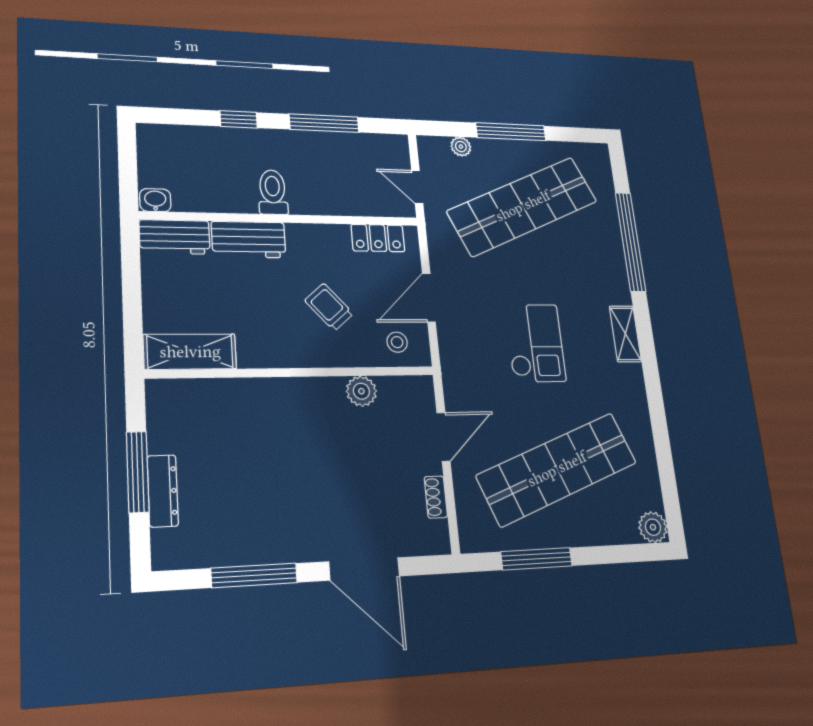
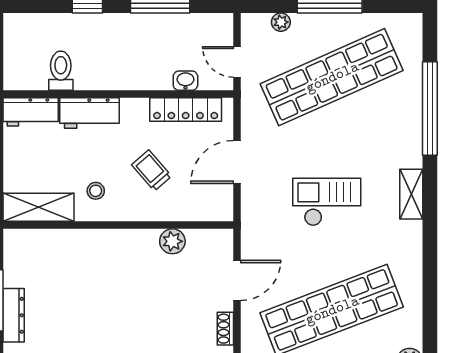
toilet: (273, 192) -> (61, 71), moved
washbasin: (155, 200) -> (185, 81), moved
locker: (378, 238) -> (186, 110), width x1.53
stool: (397, 342) -> (96, 191), moved
checkout: (535, 343) -> (327, 202), turned -90

